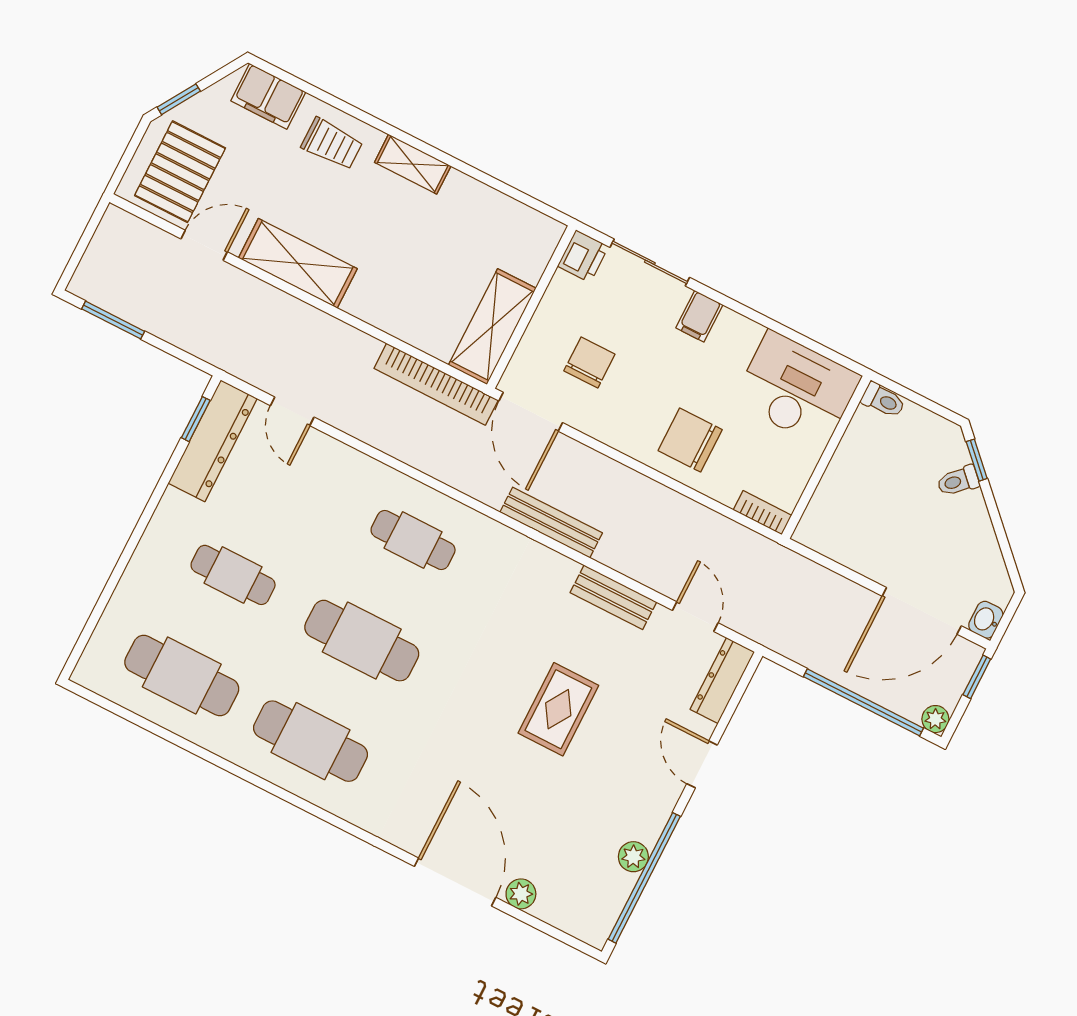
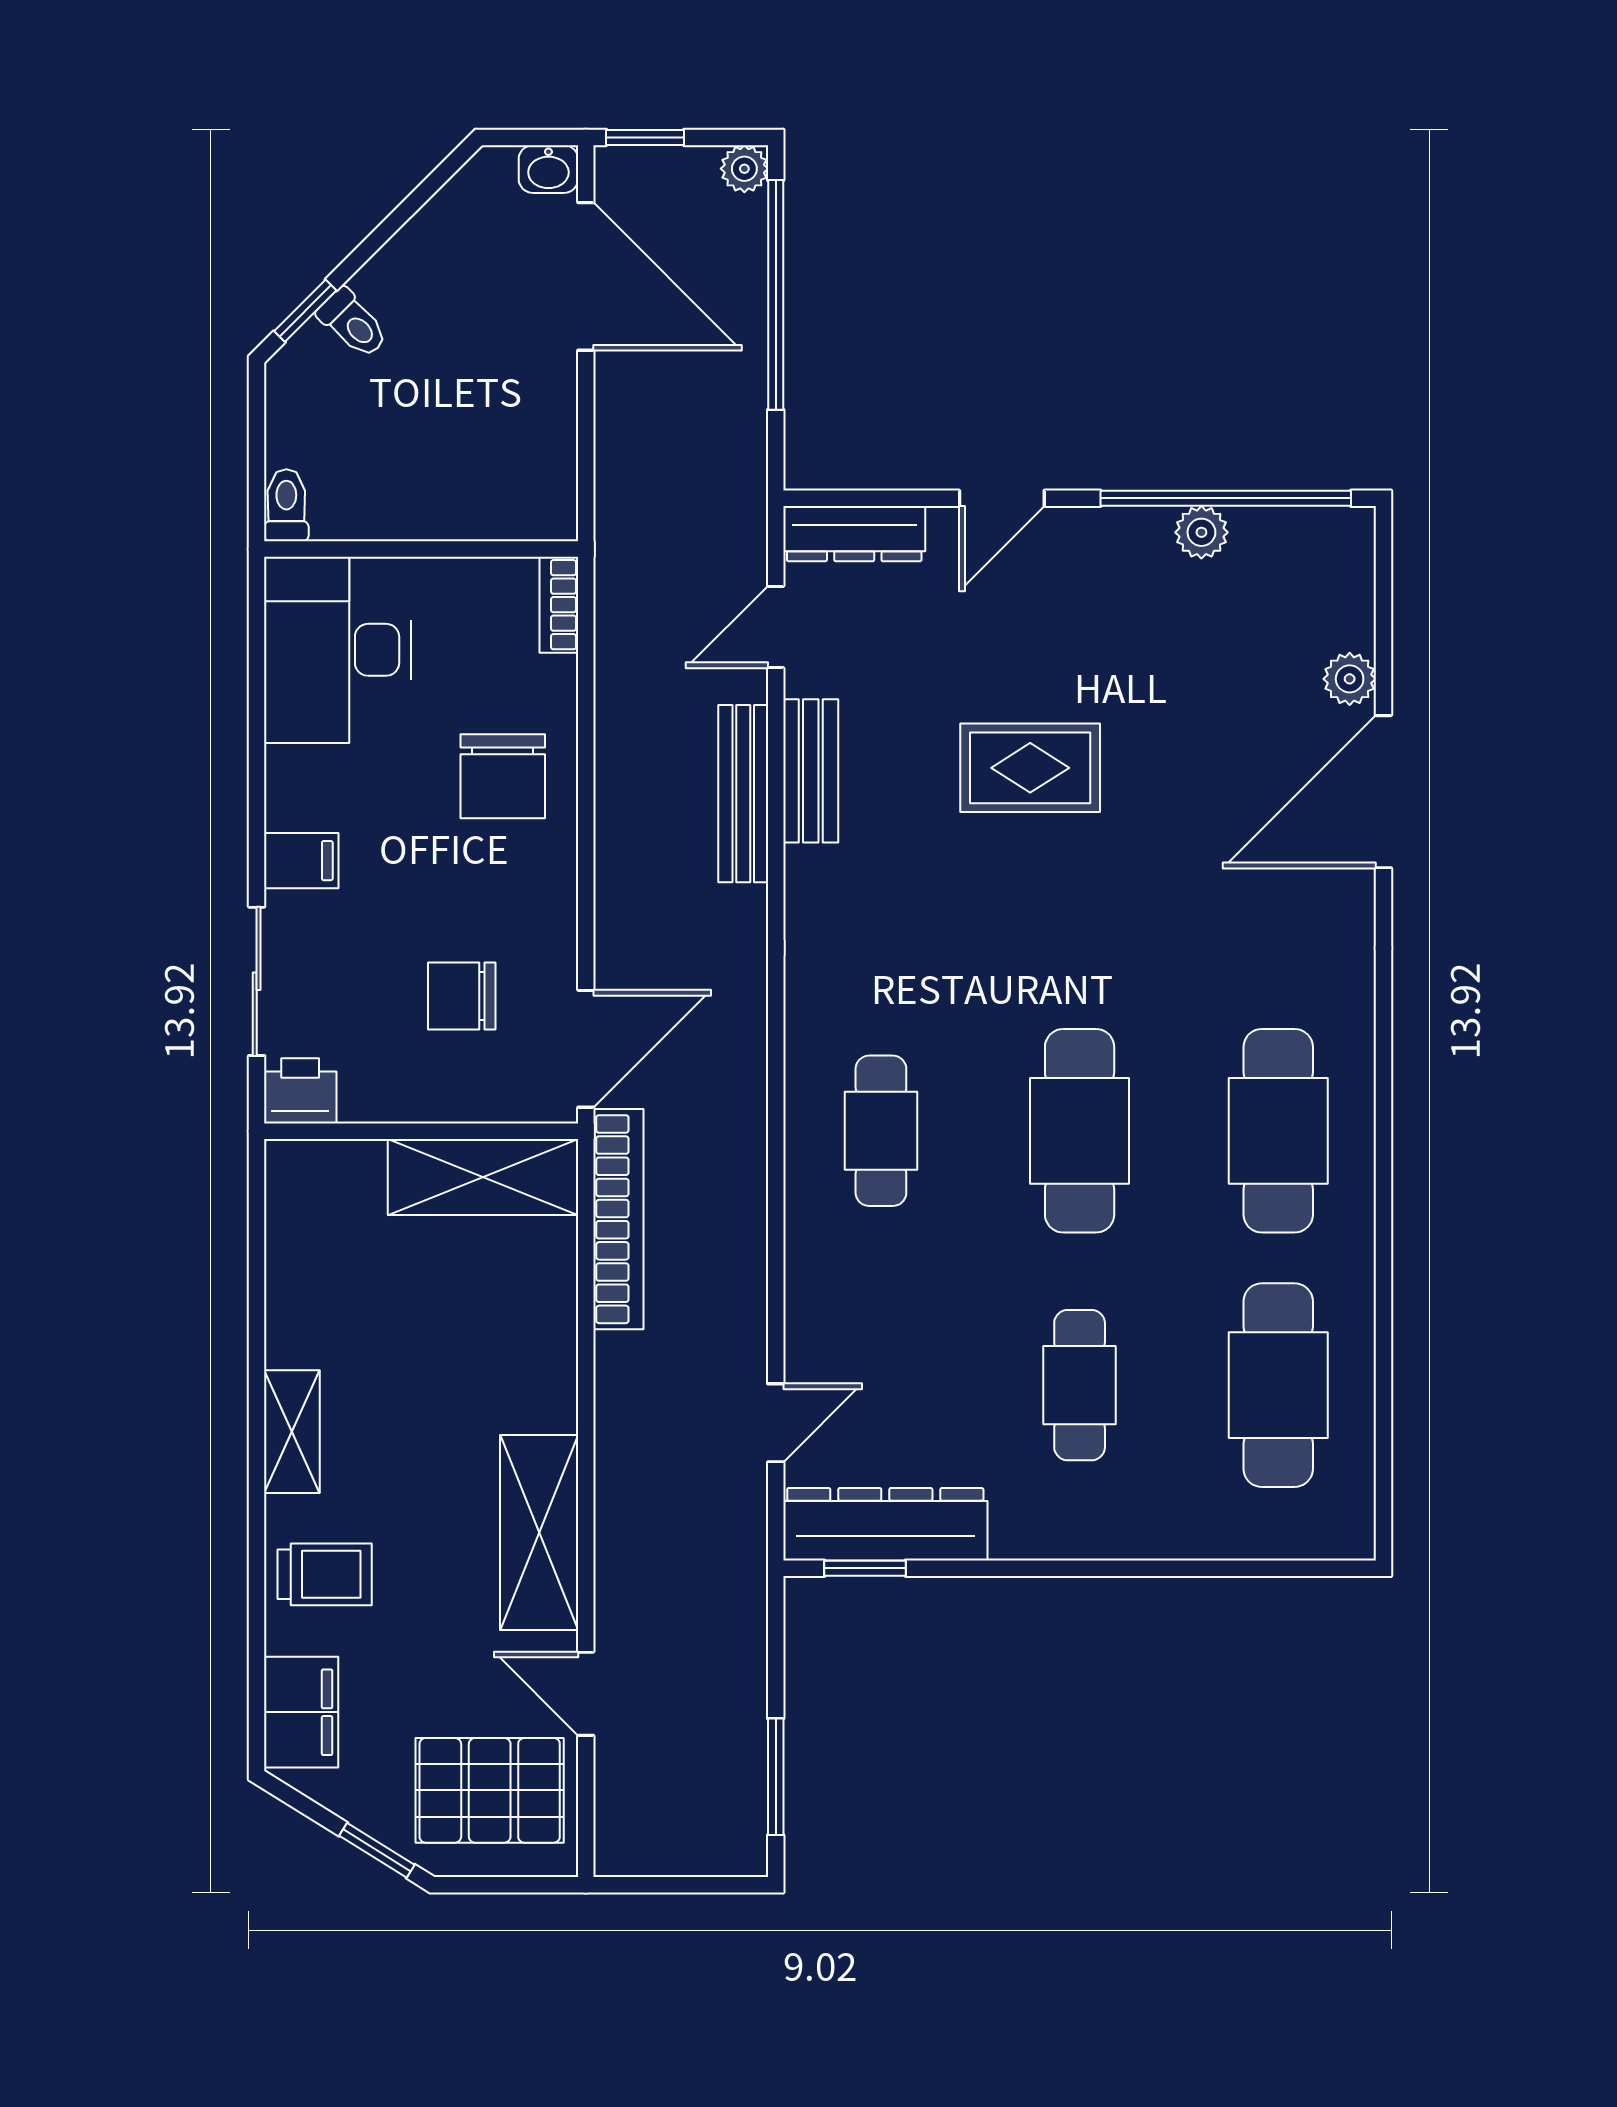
trolley: (332, 144) -> (325, 1574), turned 90
bench: (551, 523) -> (743, 794), moved

